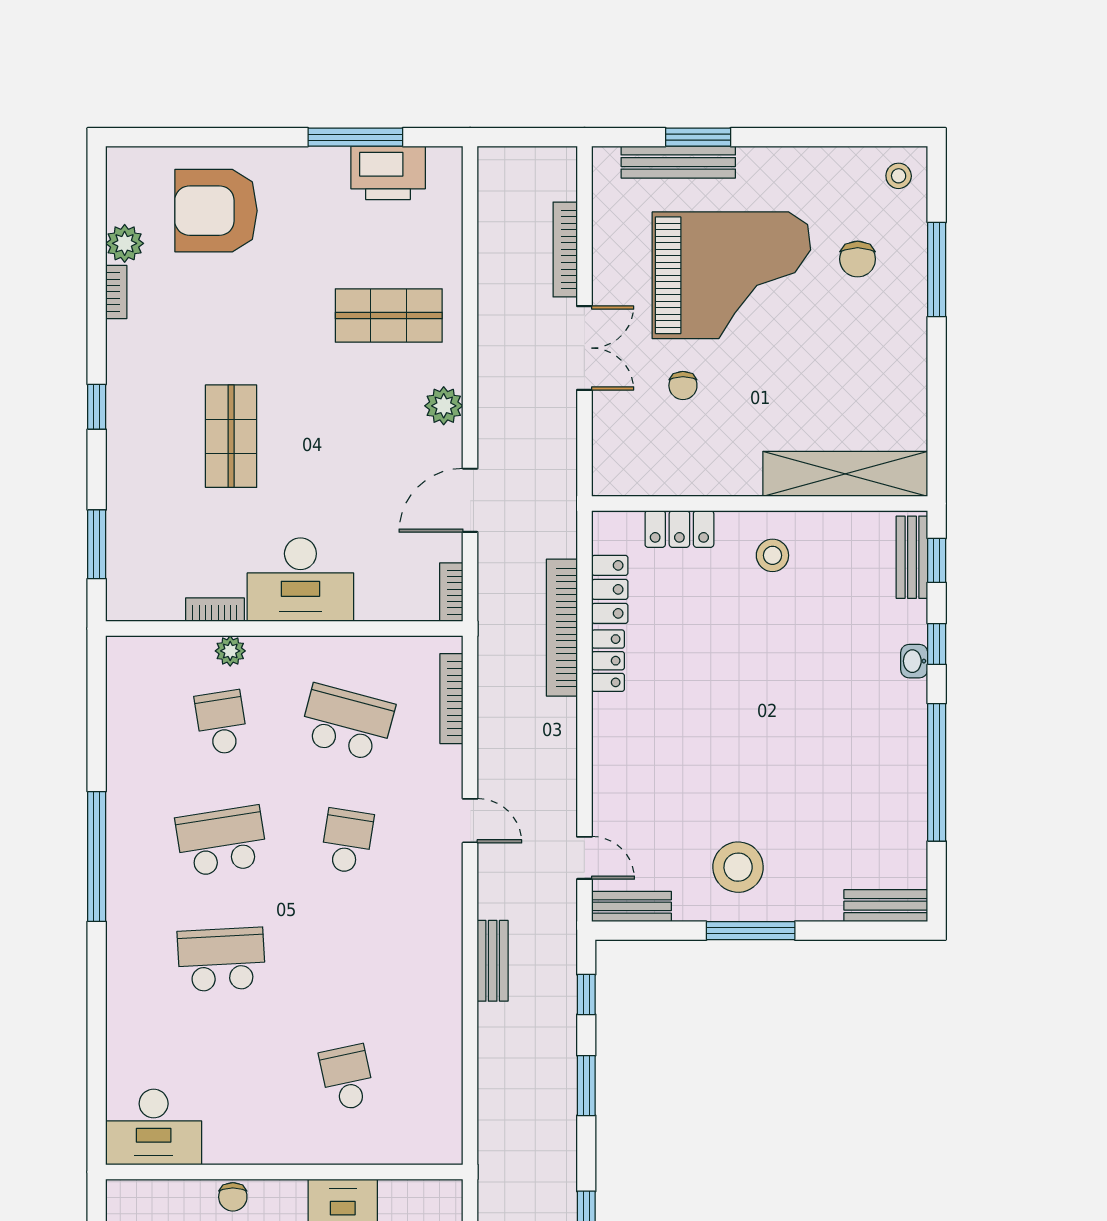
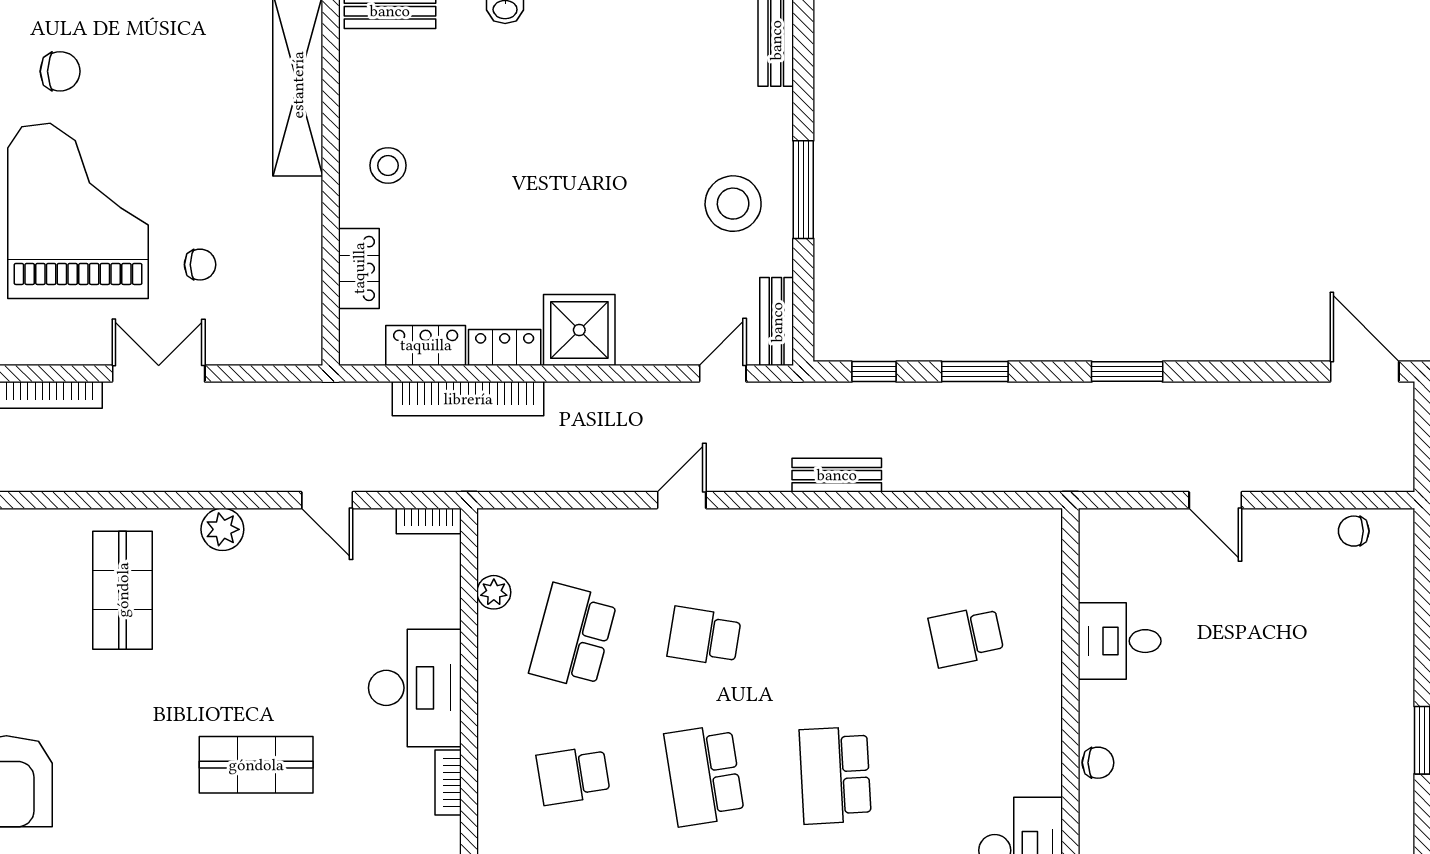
door: (470, 500) -> (327, 500), width x0.73
plant: (230, 651) -> (494, 592), moved
bookcase: (451, 699) -> (546, 521), removed
shower: (624, 728) -> (579, 330), added

